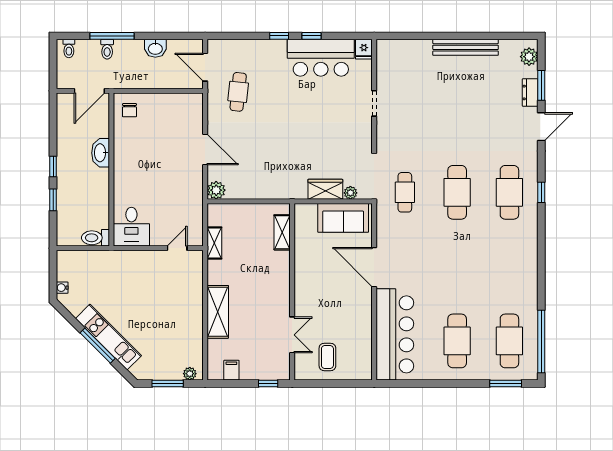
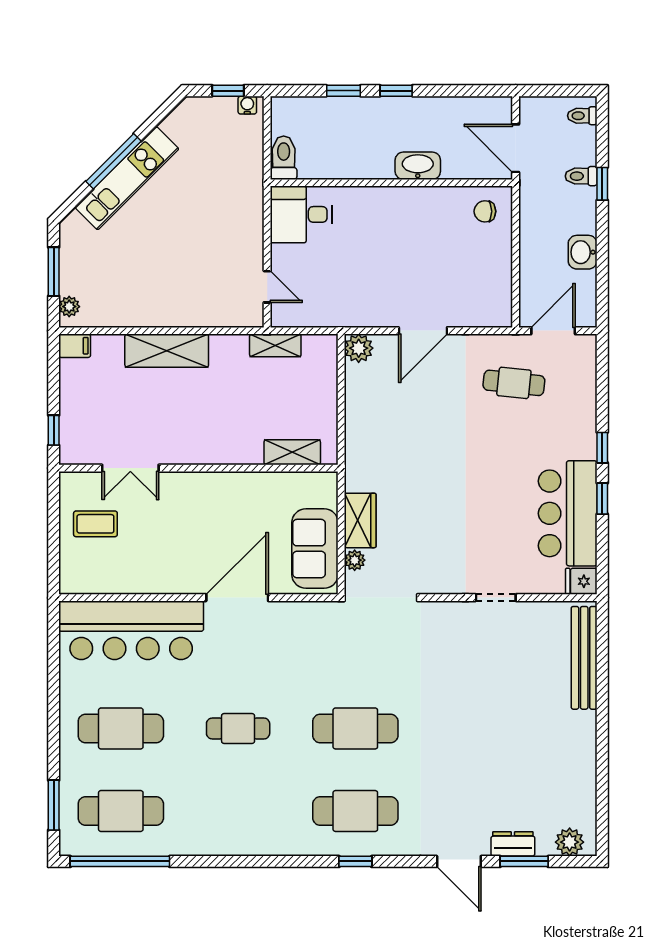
window: (112, 36) -> (602, 184), width x0.46
bench: (466, 47) -> (584, 658), moved
cafe table: (405, 192) -> (238, 728), moved
window: (53, 273) -> (228, 91), added
water cooler: (62, 288) -> (247, 105), moved
filing cabinet: (231, 370) -> (75, 346), moved

